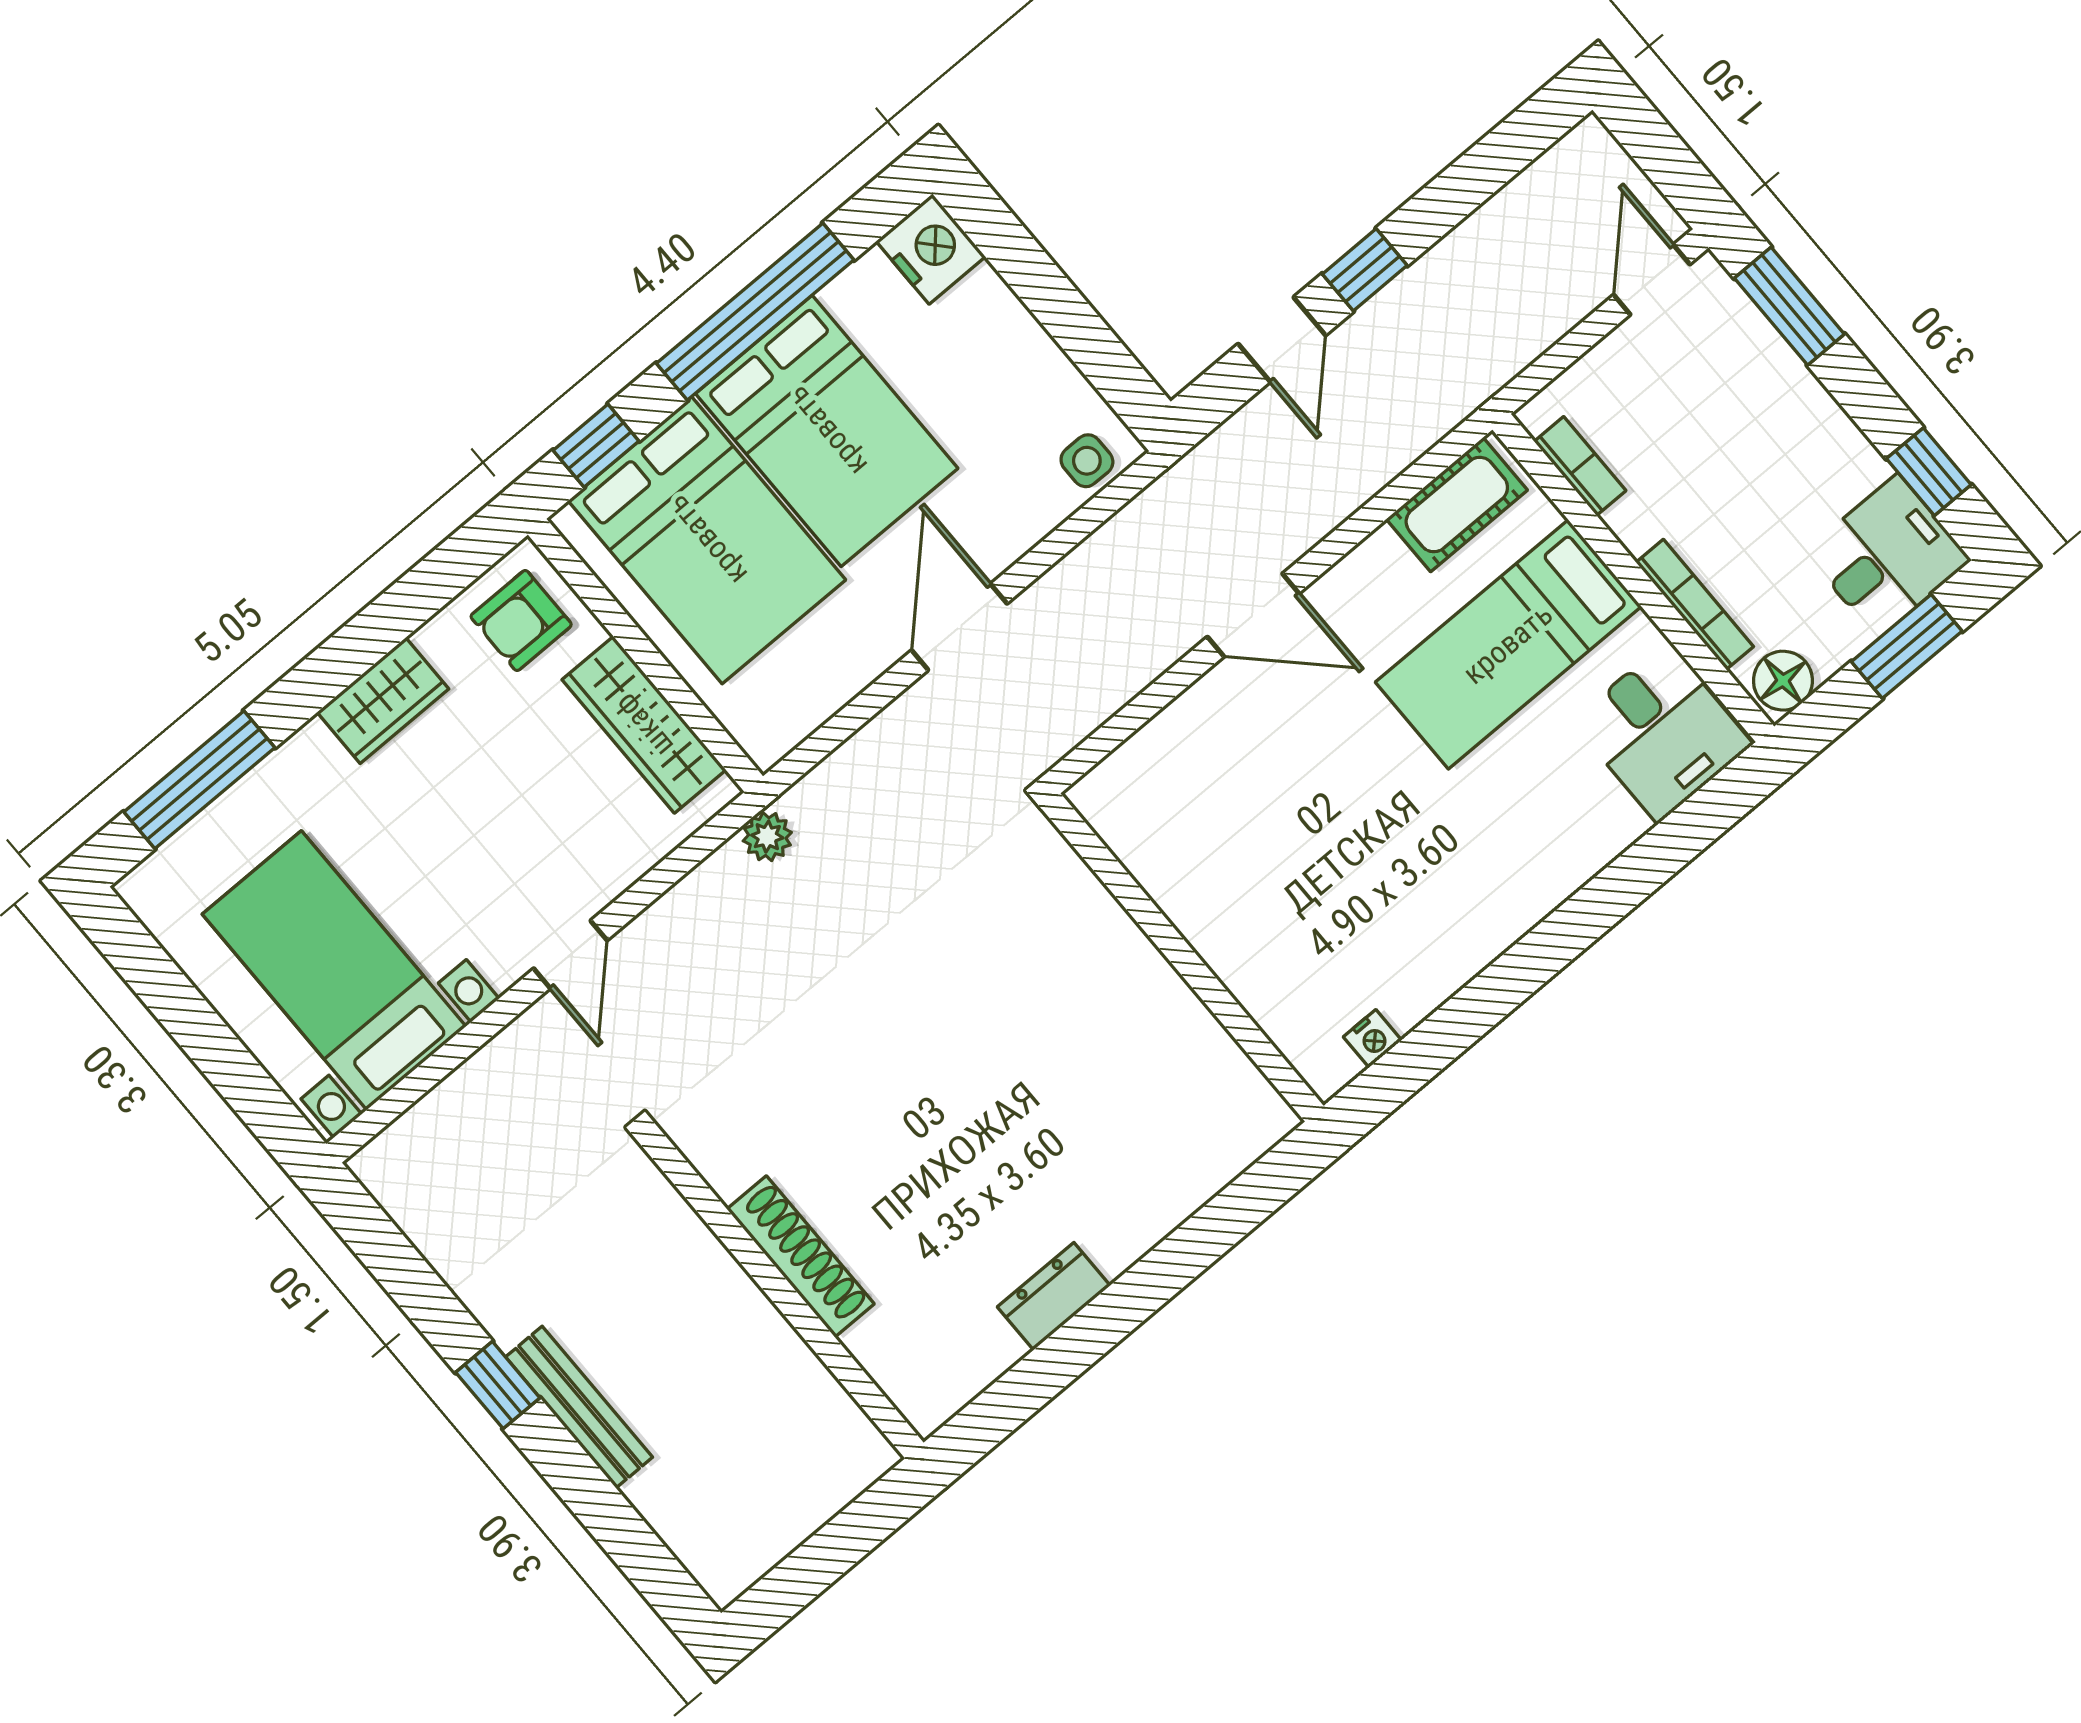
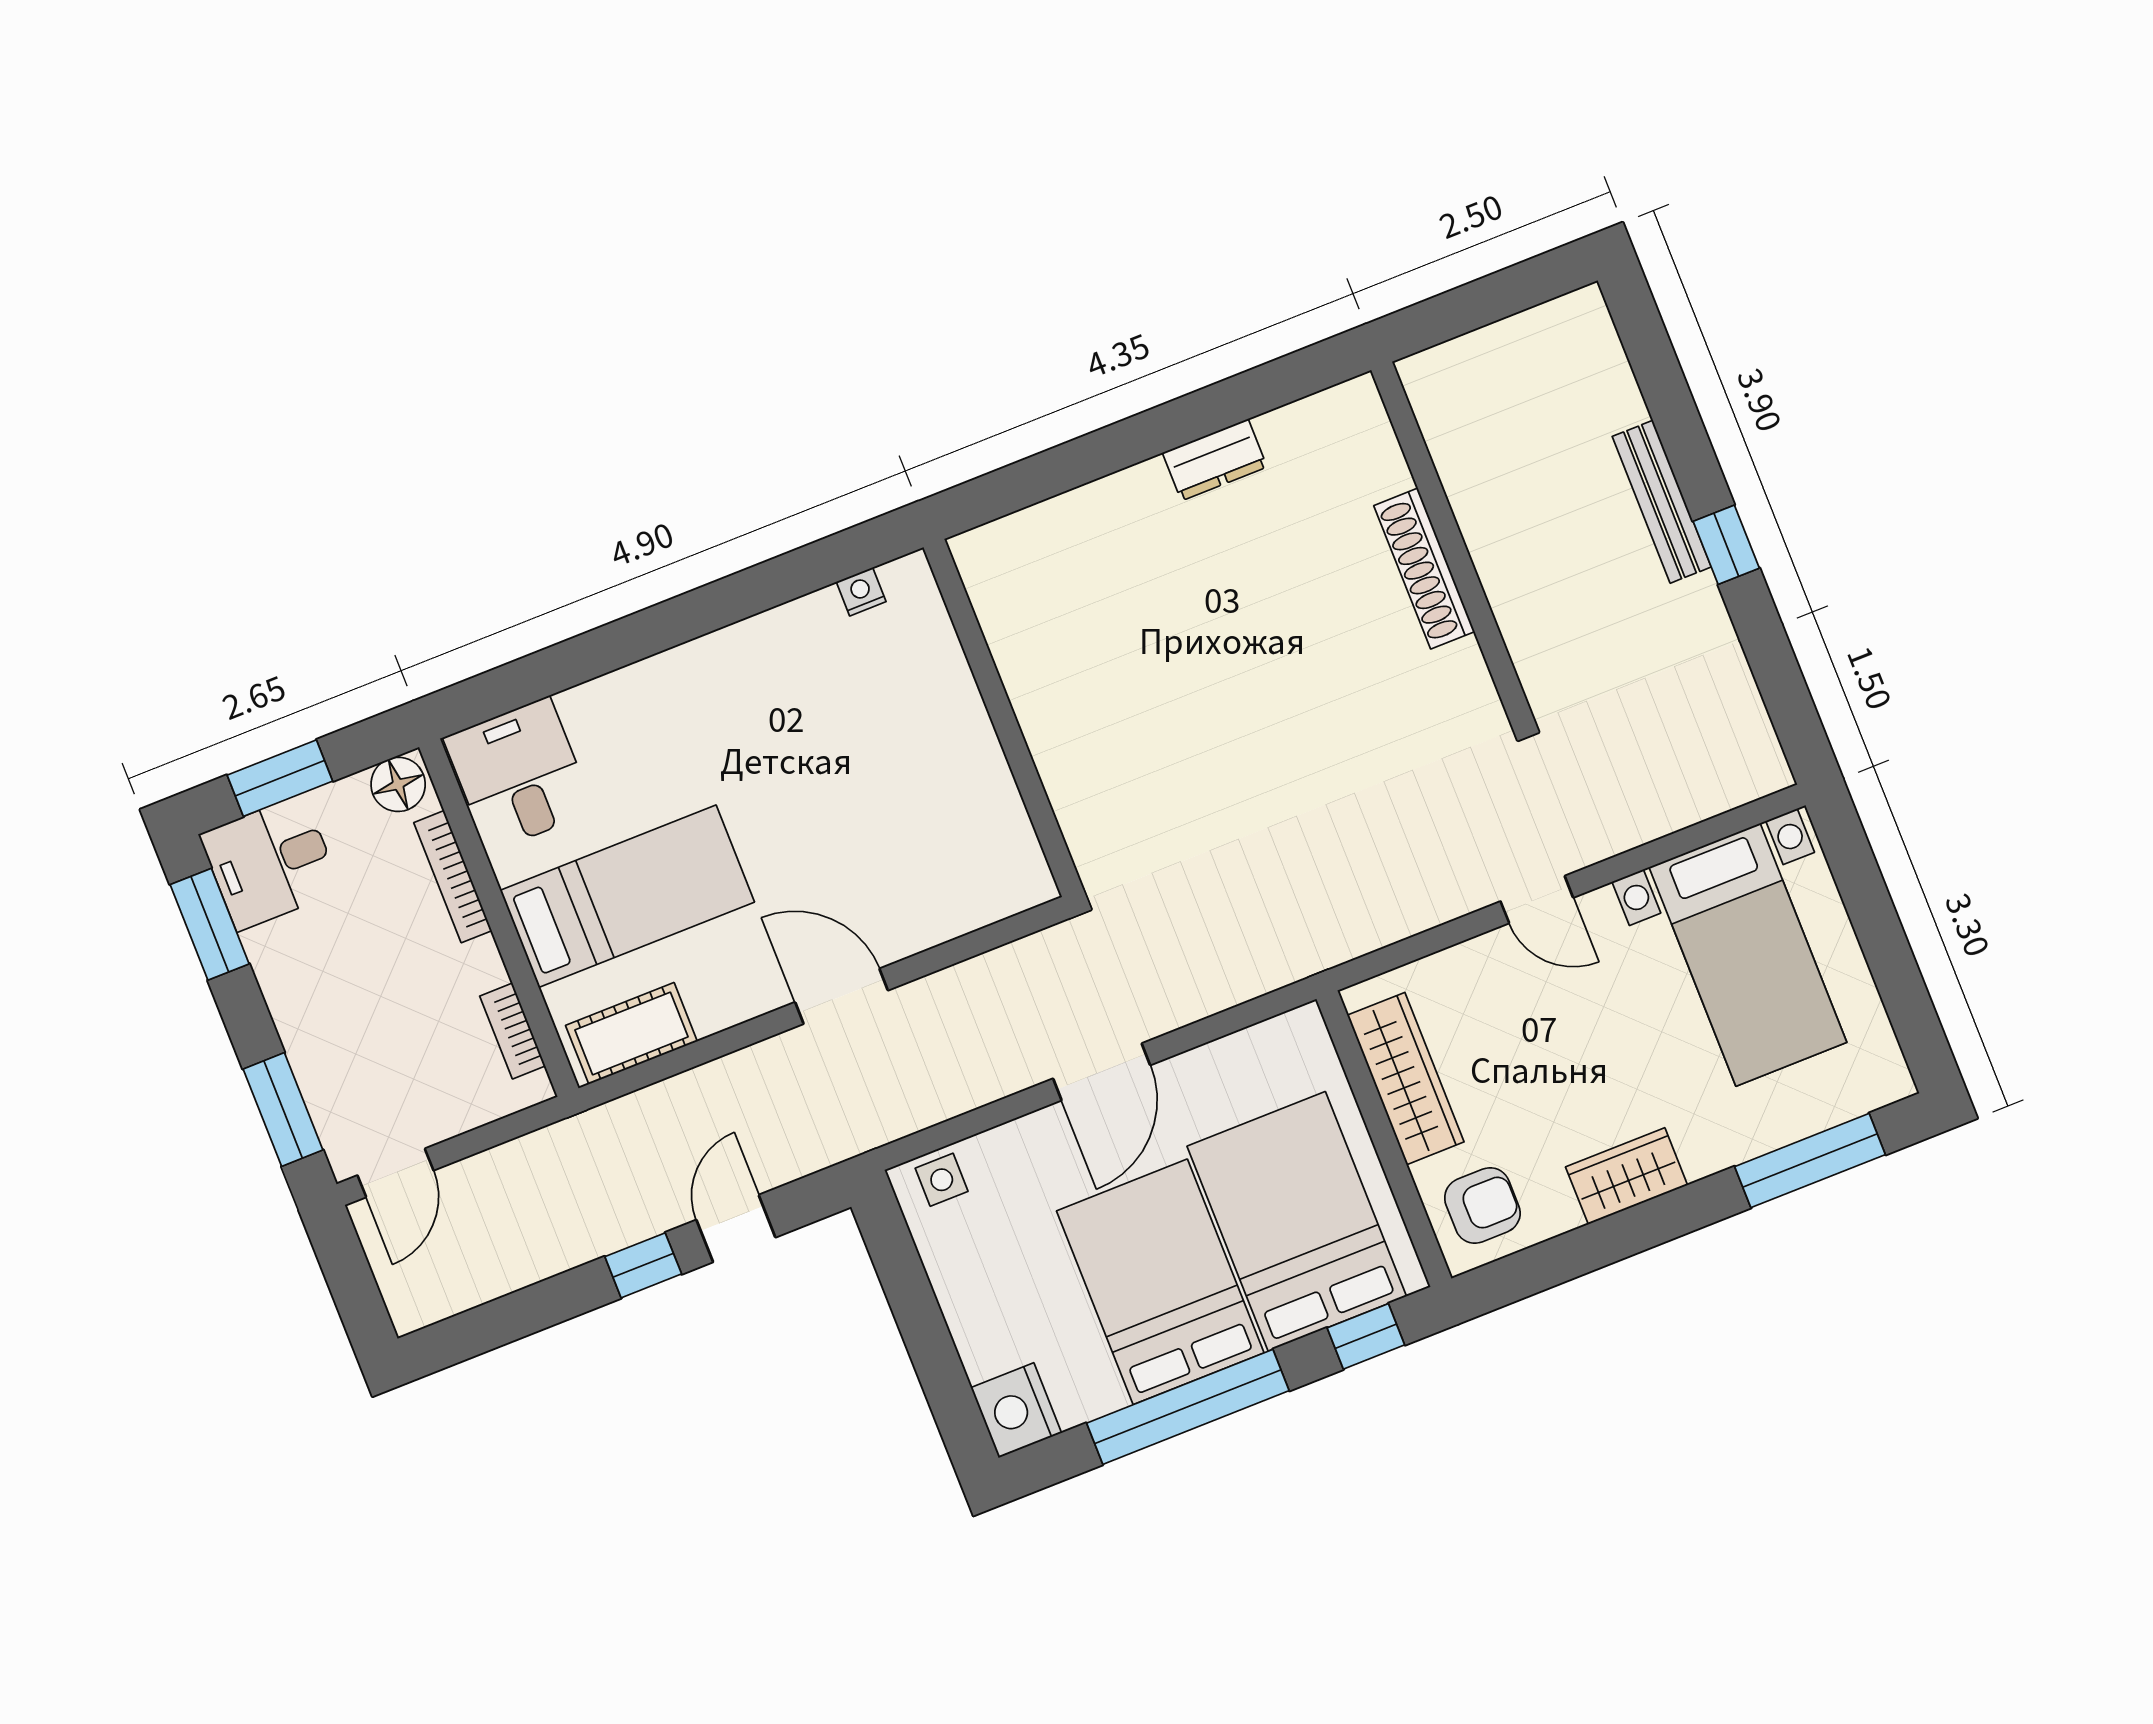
window: (1929, 472) -> (210, 924), width x1.50
plant: (767, 837) -> (1331, 945), removed
door: (570, 954) -> (1537, 900), swing flipped

